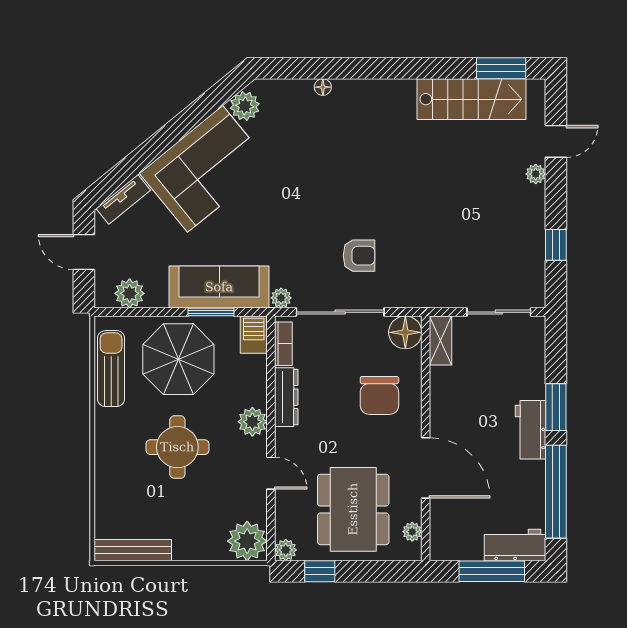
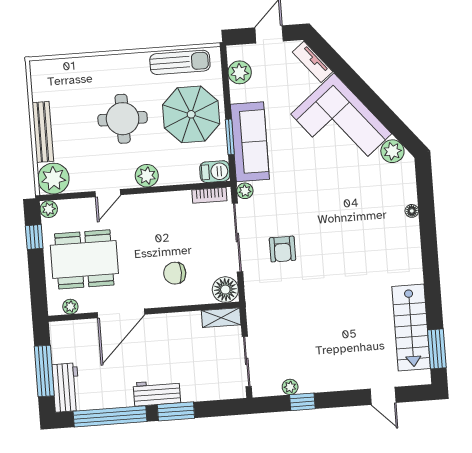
plant: (536, 174) -> (290, 387), moved
chair: (379, 395) -> (175, 273), width x0.73, depth x0.73
dresser: (286, 397) -> (168, 201), removed
bench: (133, 550) -> (43, 132), moved

